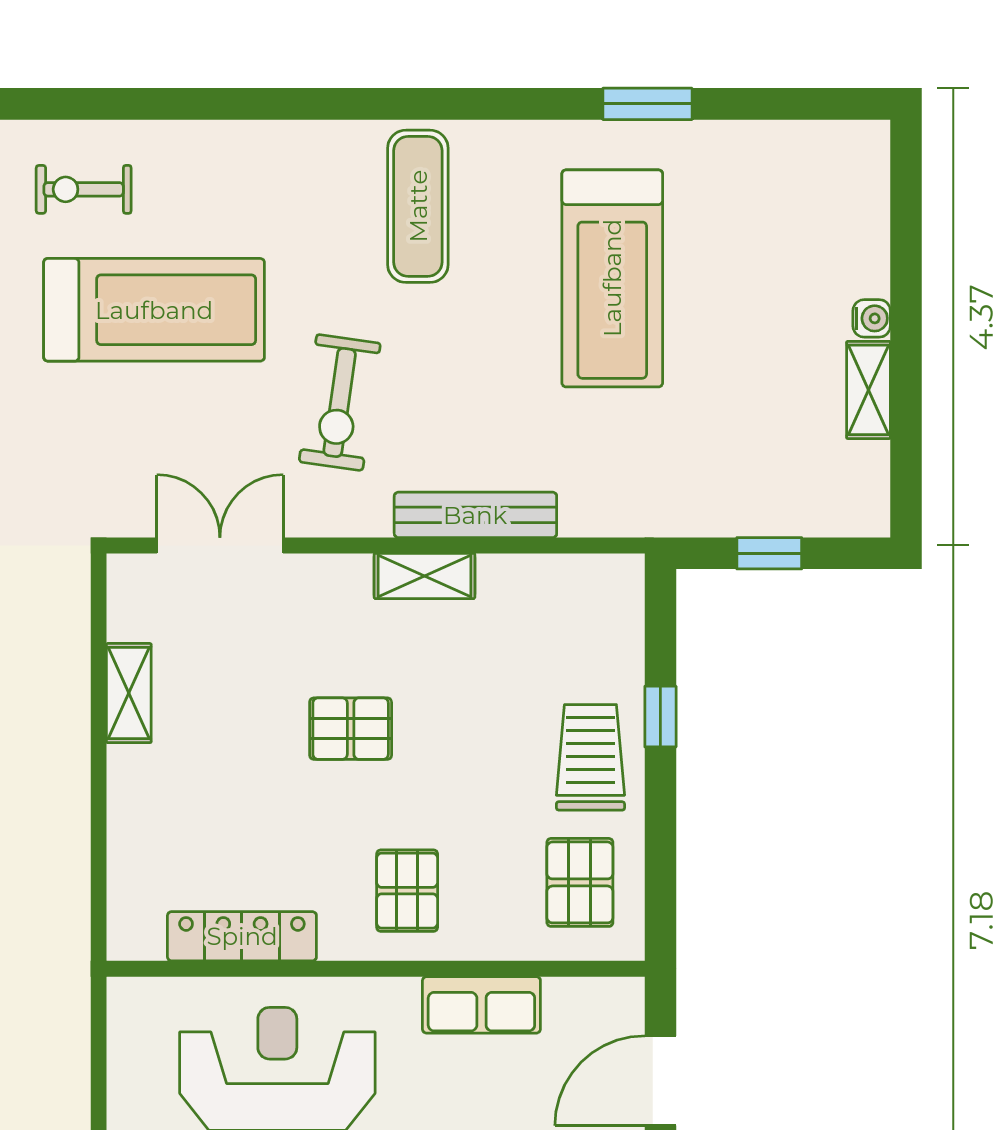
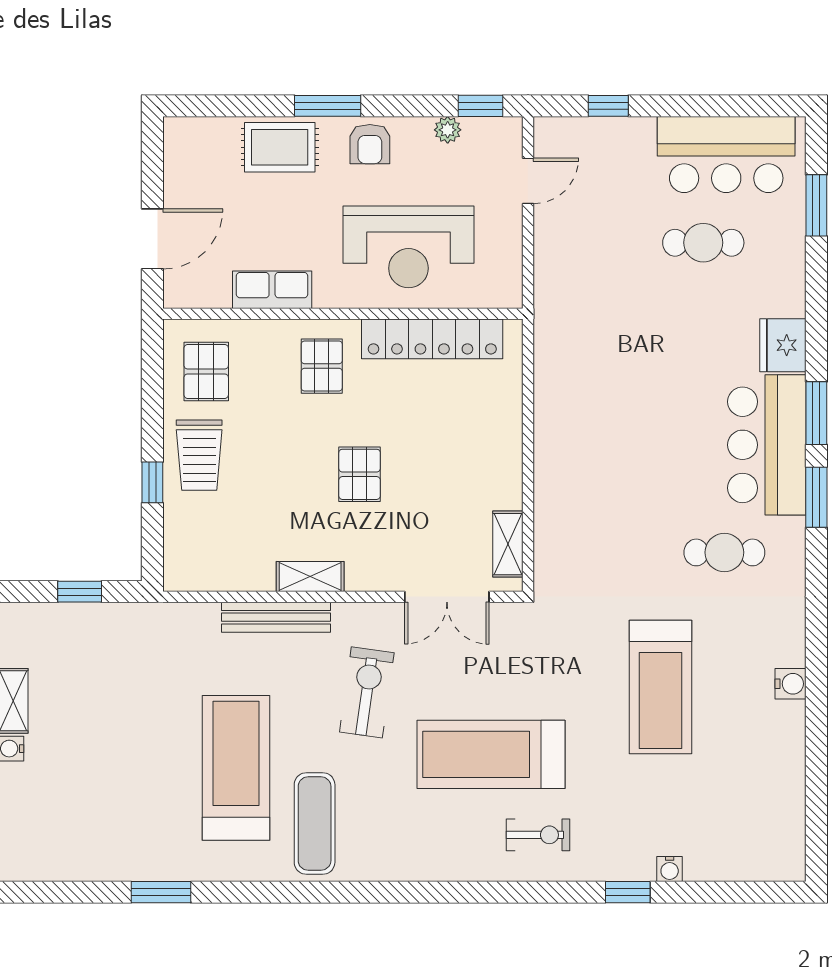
treadmill: (612, 278) -> (236, 768), moved
shelving: (129, 693) -> (508, 544), moved
pallet: (351, 729) -> (360, 474), turned 90
locker: (242, 936) -> (432, 339), width x1.41, depth x1.21

